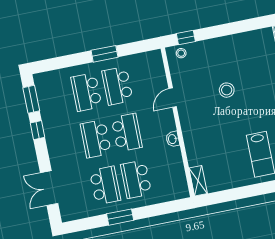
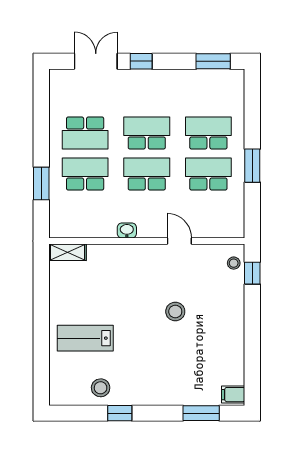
window: (37, 130) -> (141, 61), moved
school desk: (127, 133) -> (147, 174), turned 180
window: (120, 217) -> (41, 183), moved

